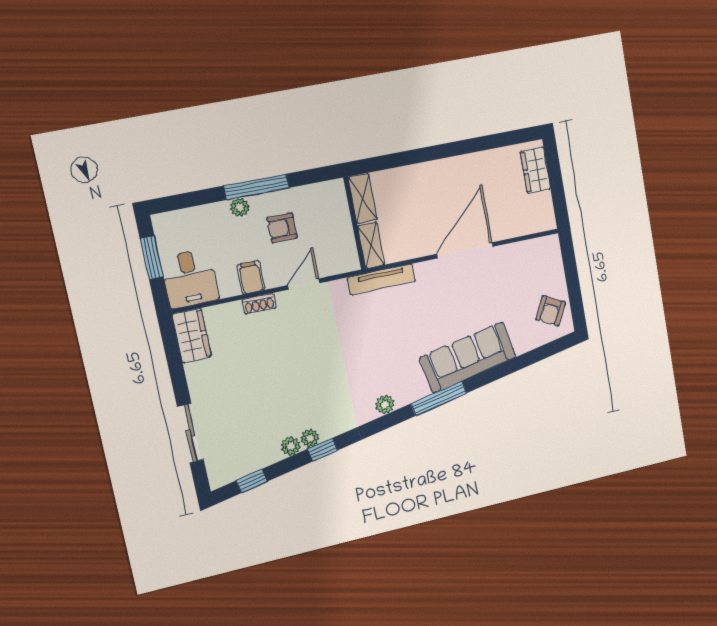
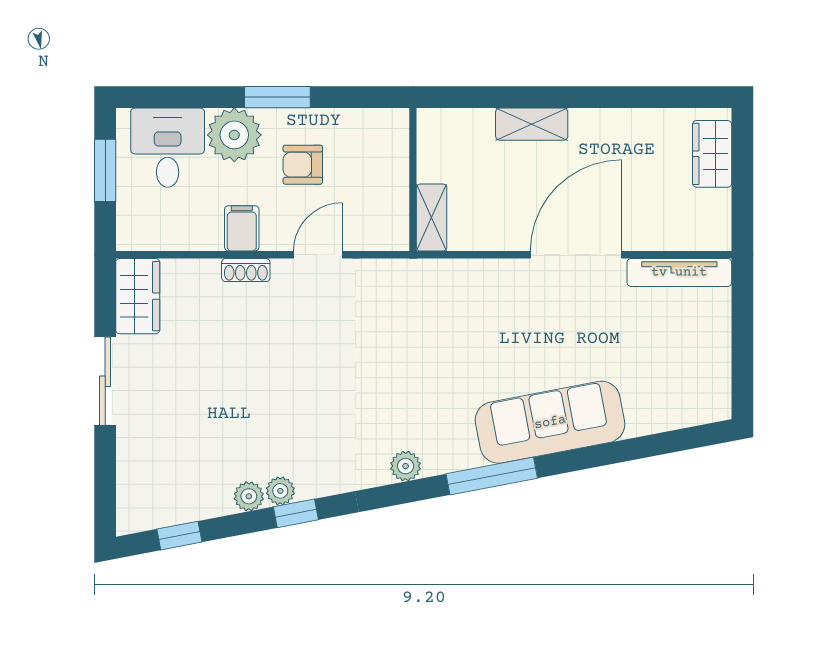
window: (256, 187) -> (277, 97), width x0.69
shelving: (363, 199) -> (532, 124), moved, turned 90
plant: (240, 207) -> (234, 135), width x1.87, depth x1.87
desk: (190, 278) -> (168, 148), moved, turned 180
tv unit: (381, 279) -> (679, 272), moved
armchair: (550, 311) -> (697, 378), removed
sliding door: (191, 433) -> (105, 381), moved

